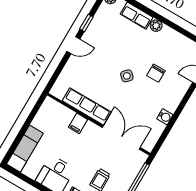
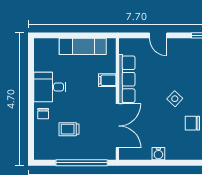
door: (73, 45) -> (158, 35), moved
exam couch: (25, 149) -> (83, 46), moved

